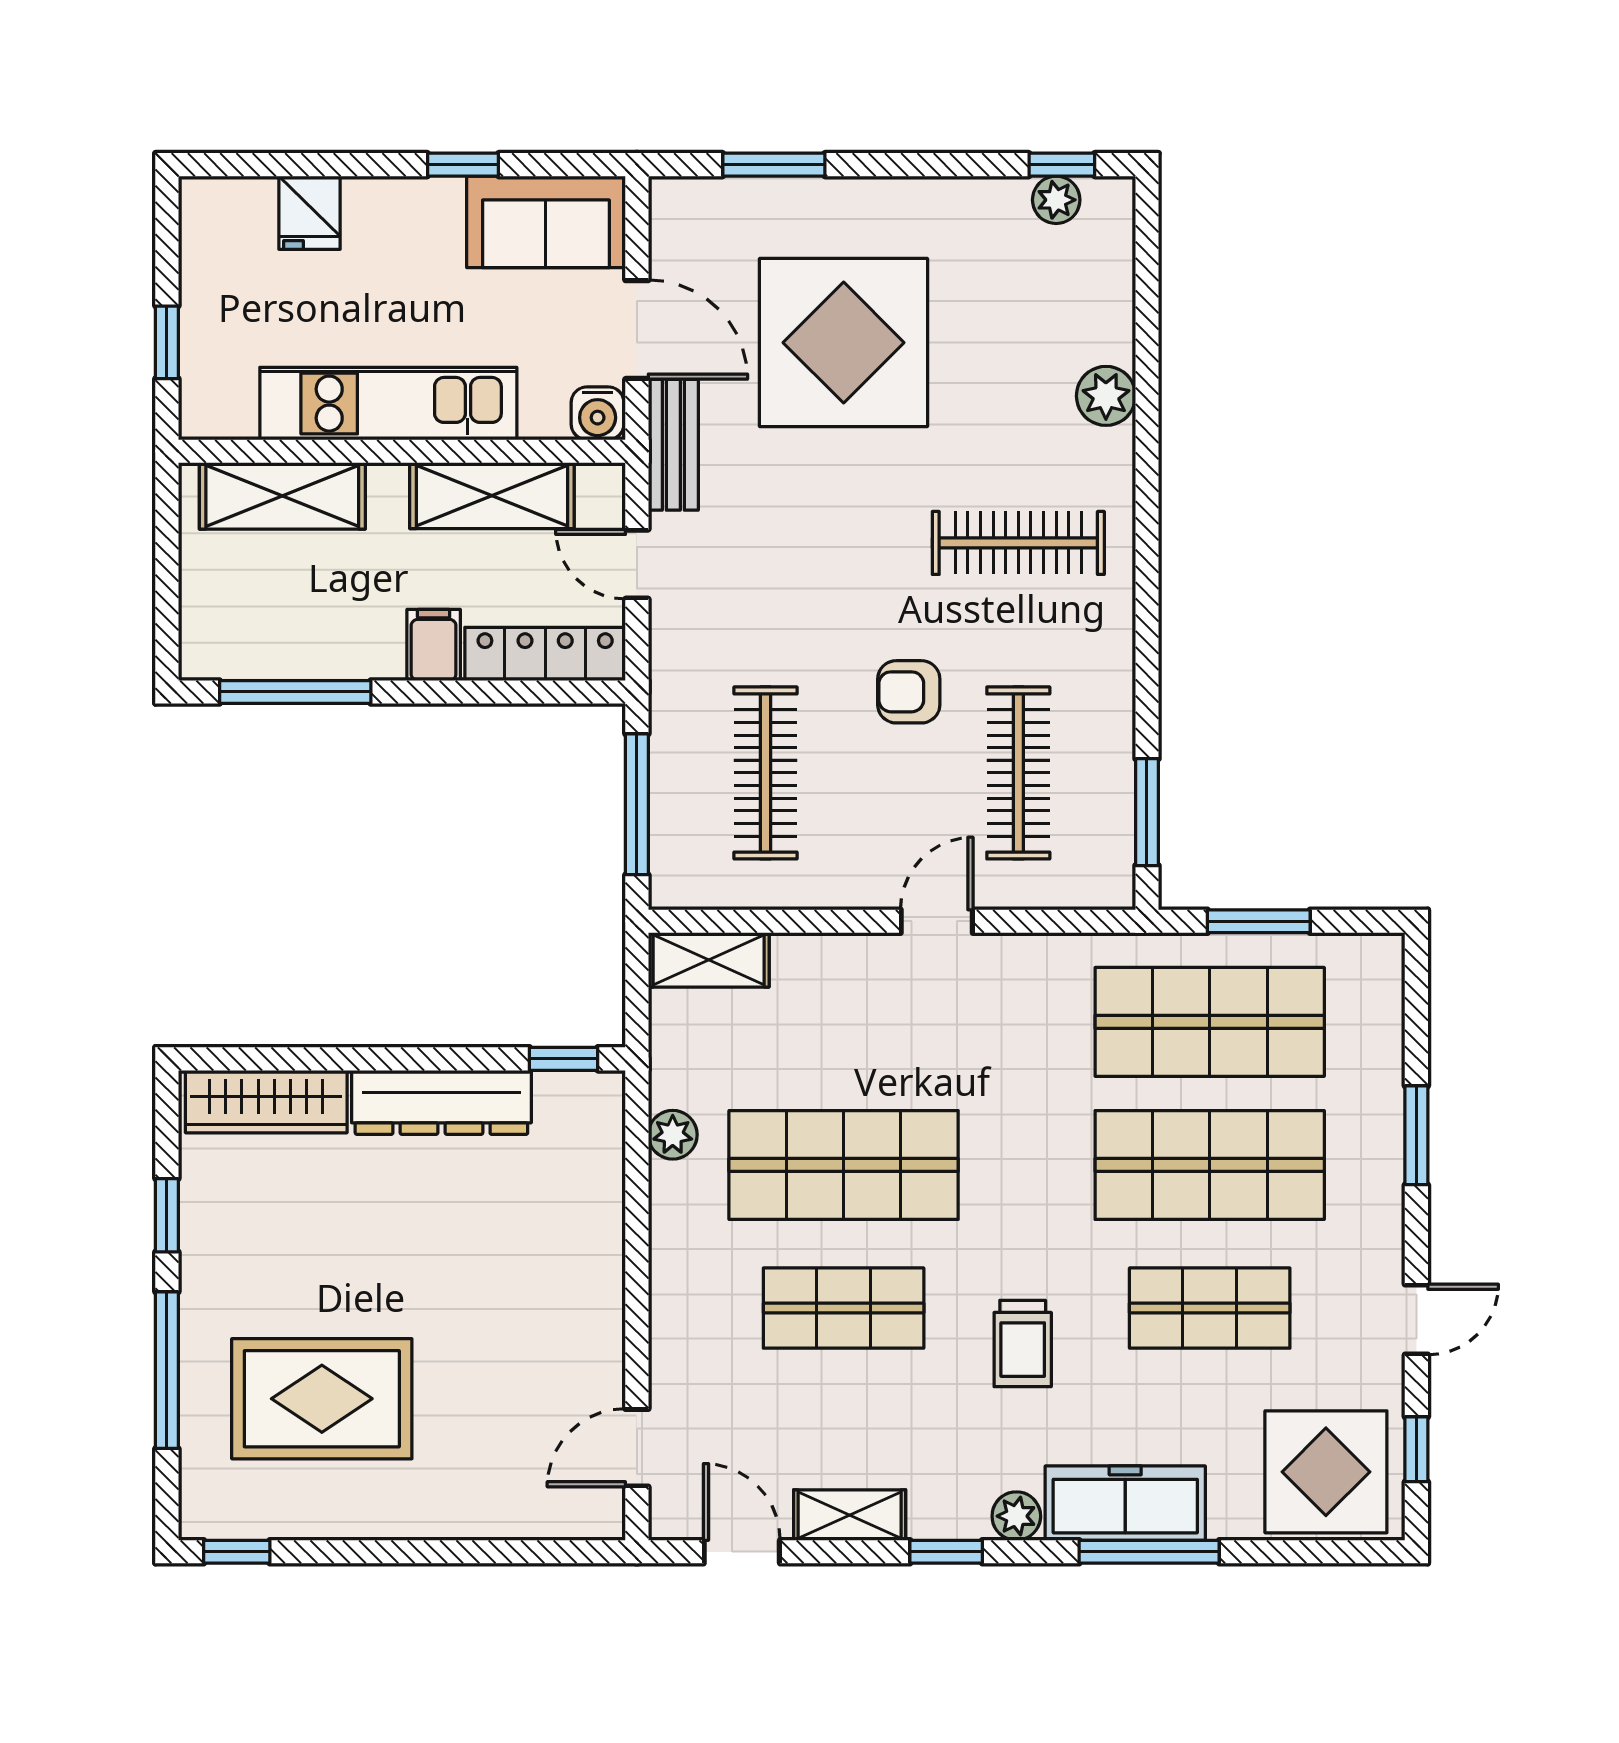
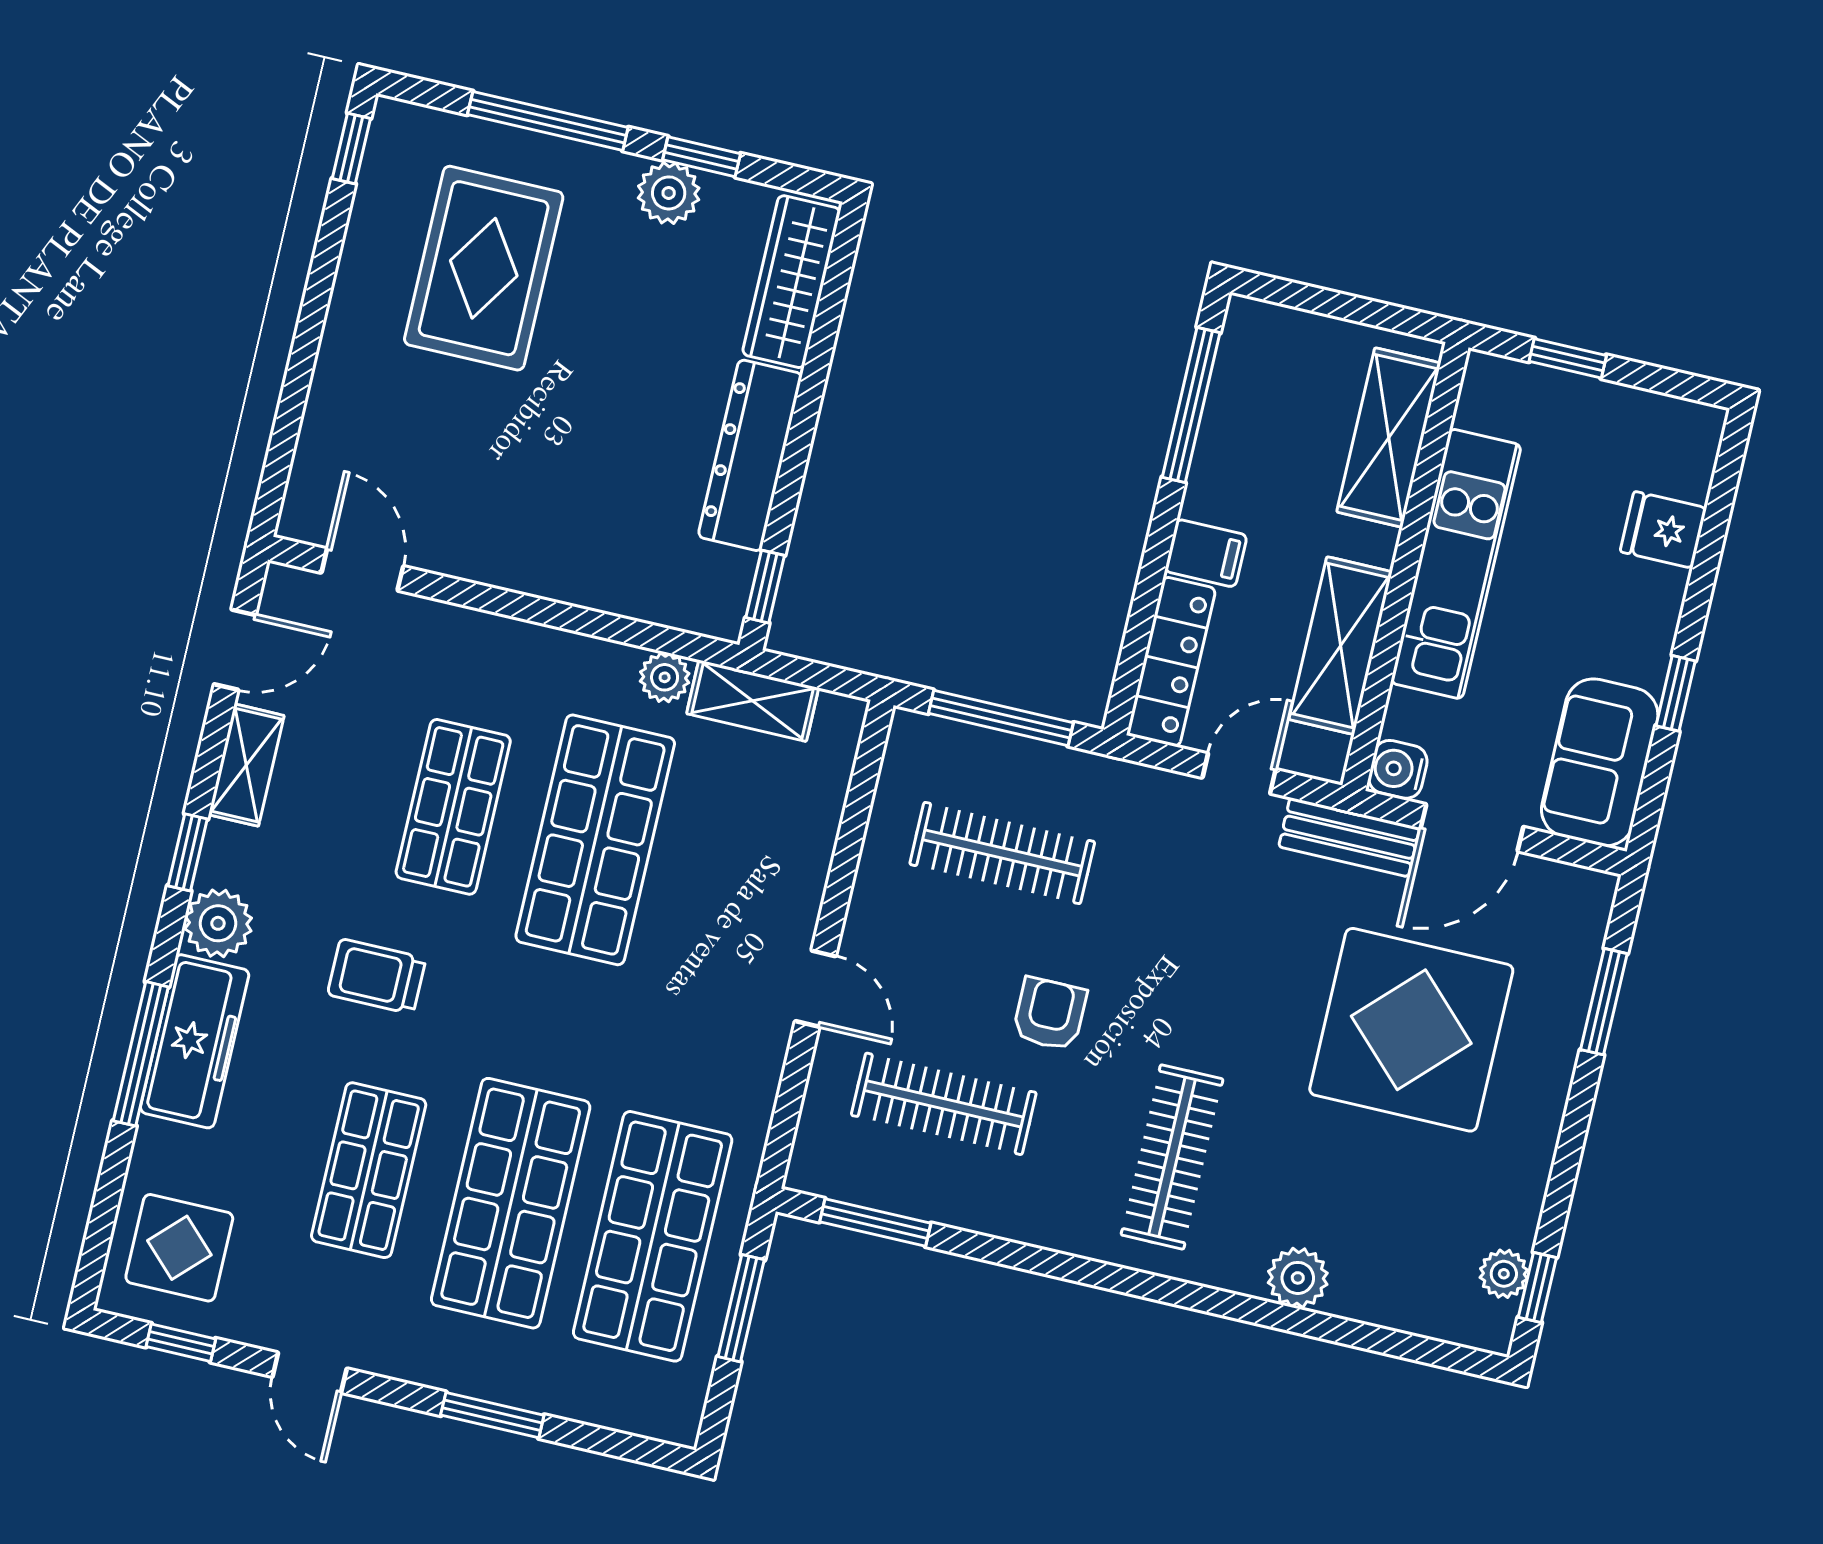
shelving: (709, 960) -> (753, 701), moved, turned 90
plant: (209, 1239) -> (669, 193), added
display table: (1326, 1472) -> (179, 1248), width x0.73, depth x0.73
plant: (1016, 1516) -> (218, 923), width x1.38, depth x1.38

